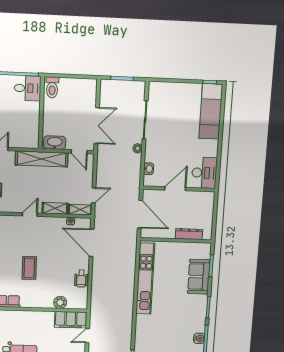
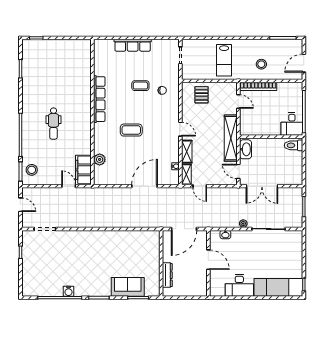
door: (79, 152) -> (238, 171), hinge flipped
desk: (204, 173) -> (239, 285), moved
door: (92, 243) -> (144, 186), moved
wheelchair: (81, 279) -> (123, 178), removed
kitchen unit: (145, 279) -> (124, 237), removed

